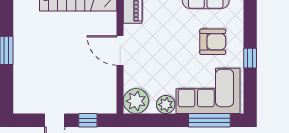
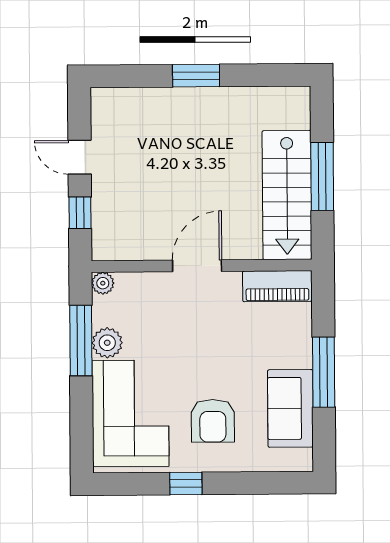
plant: (136, 101) -> (103, 283), width x0.53, depth x0.53
window: (209, 120) -> (81, 341), moved

